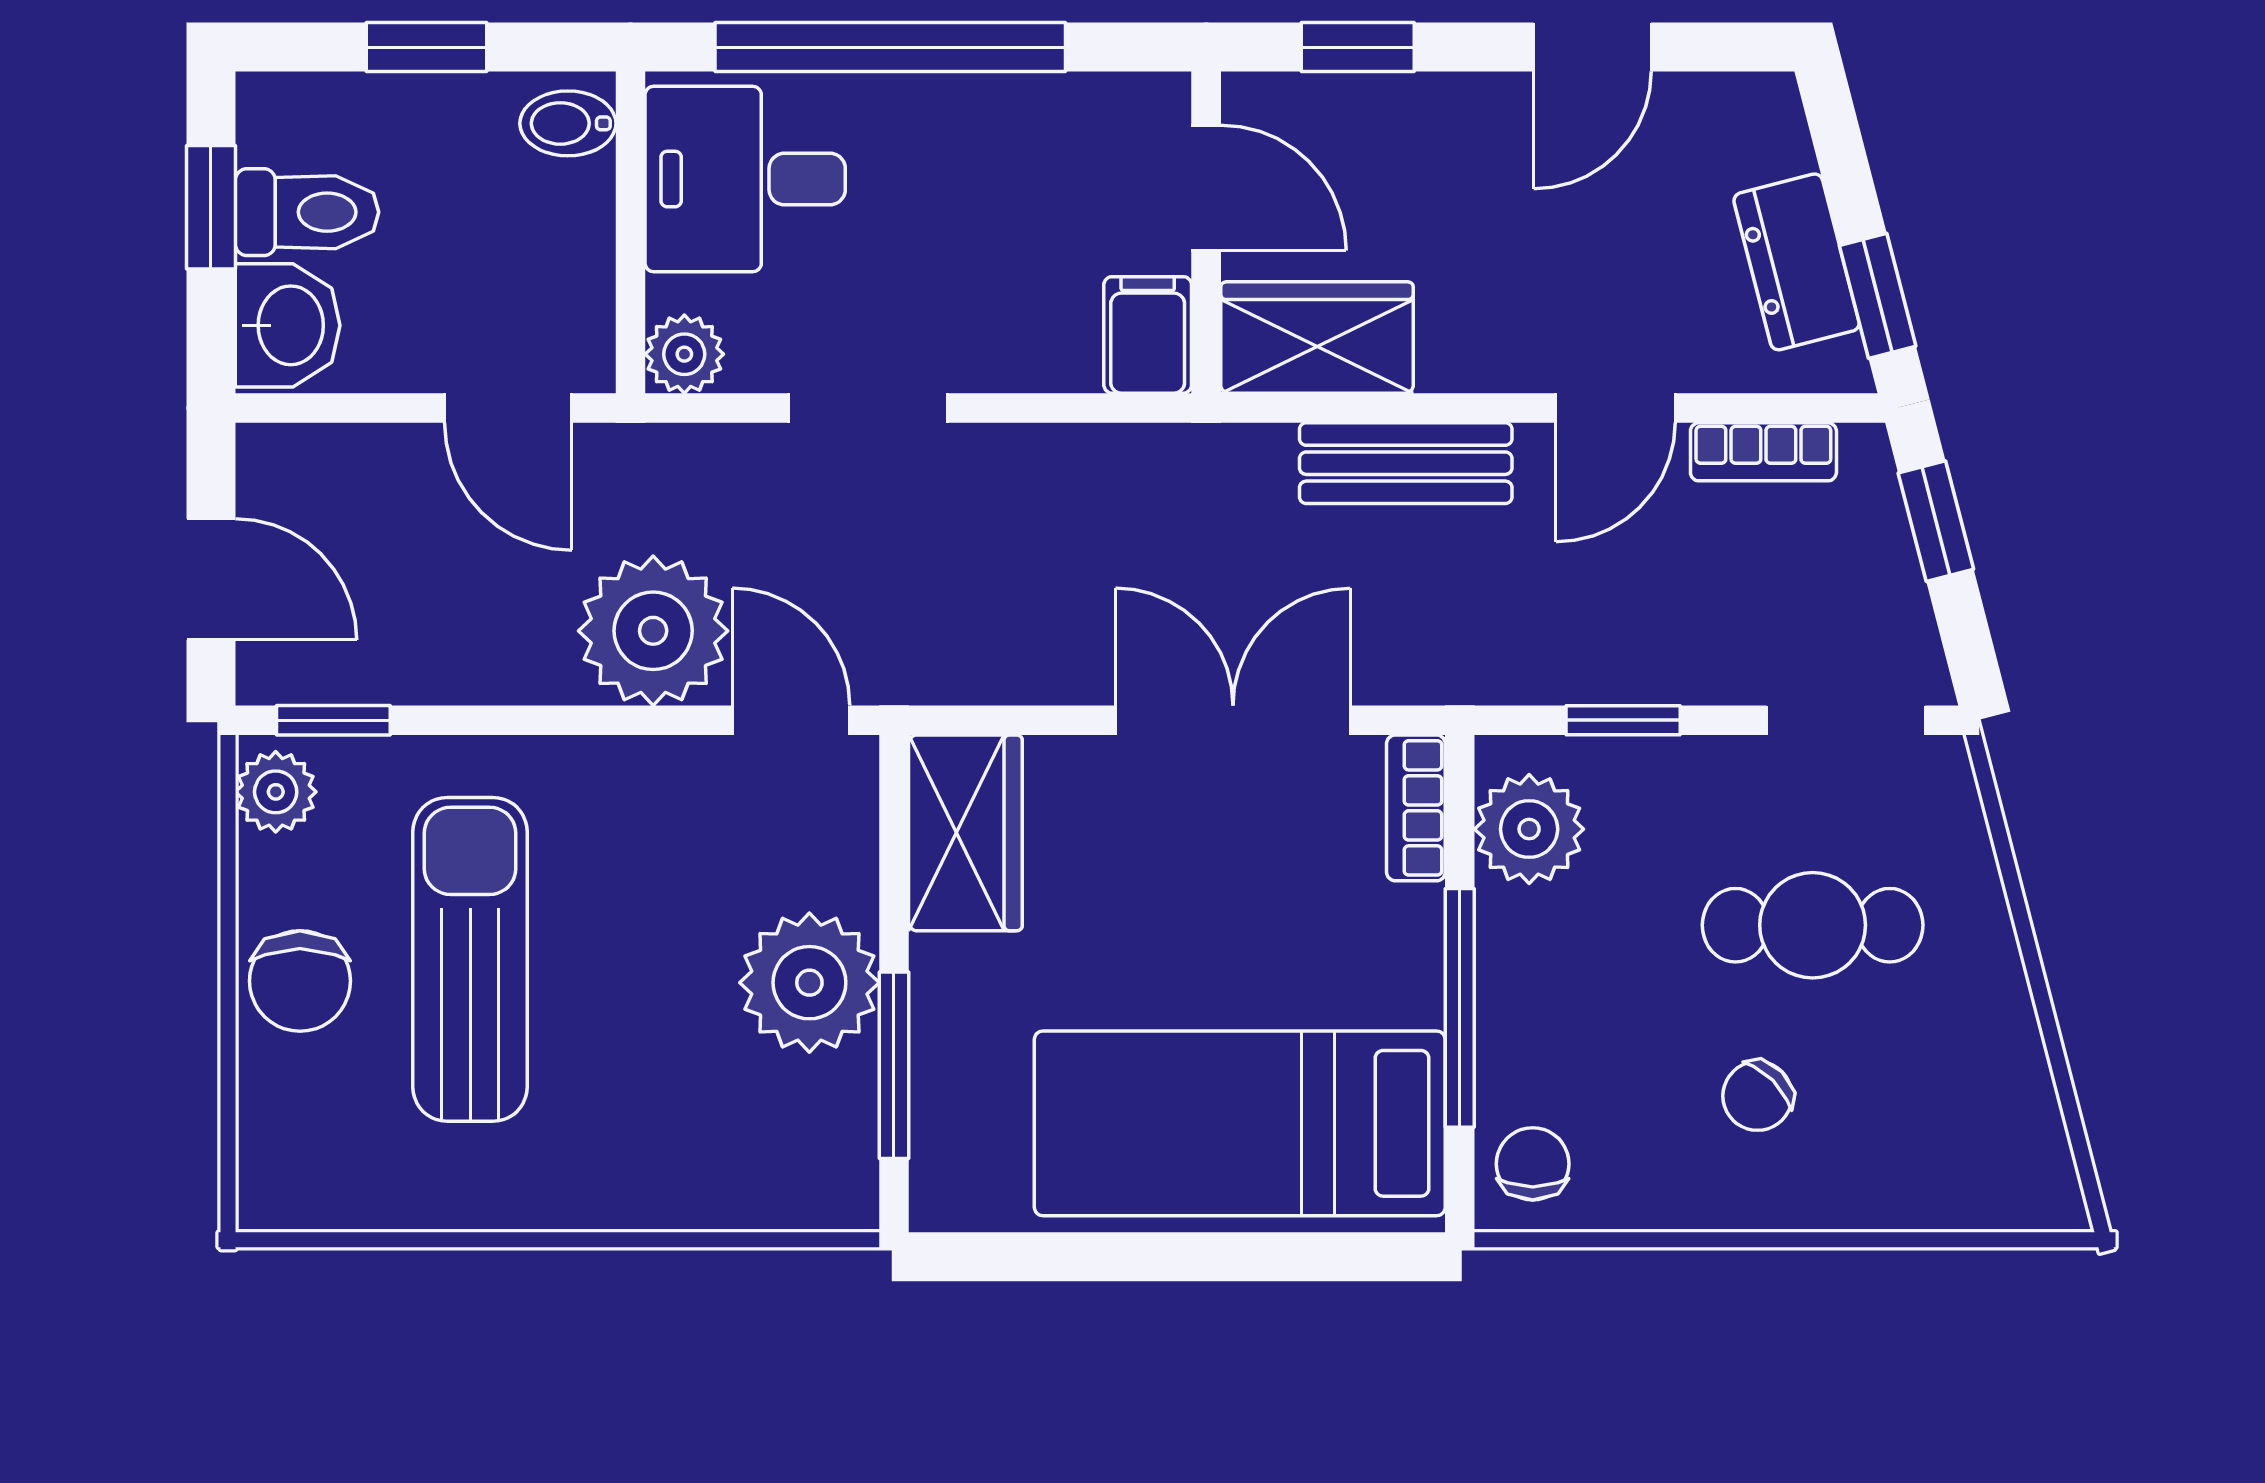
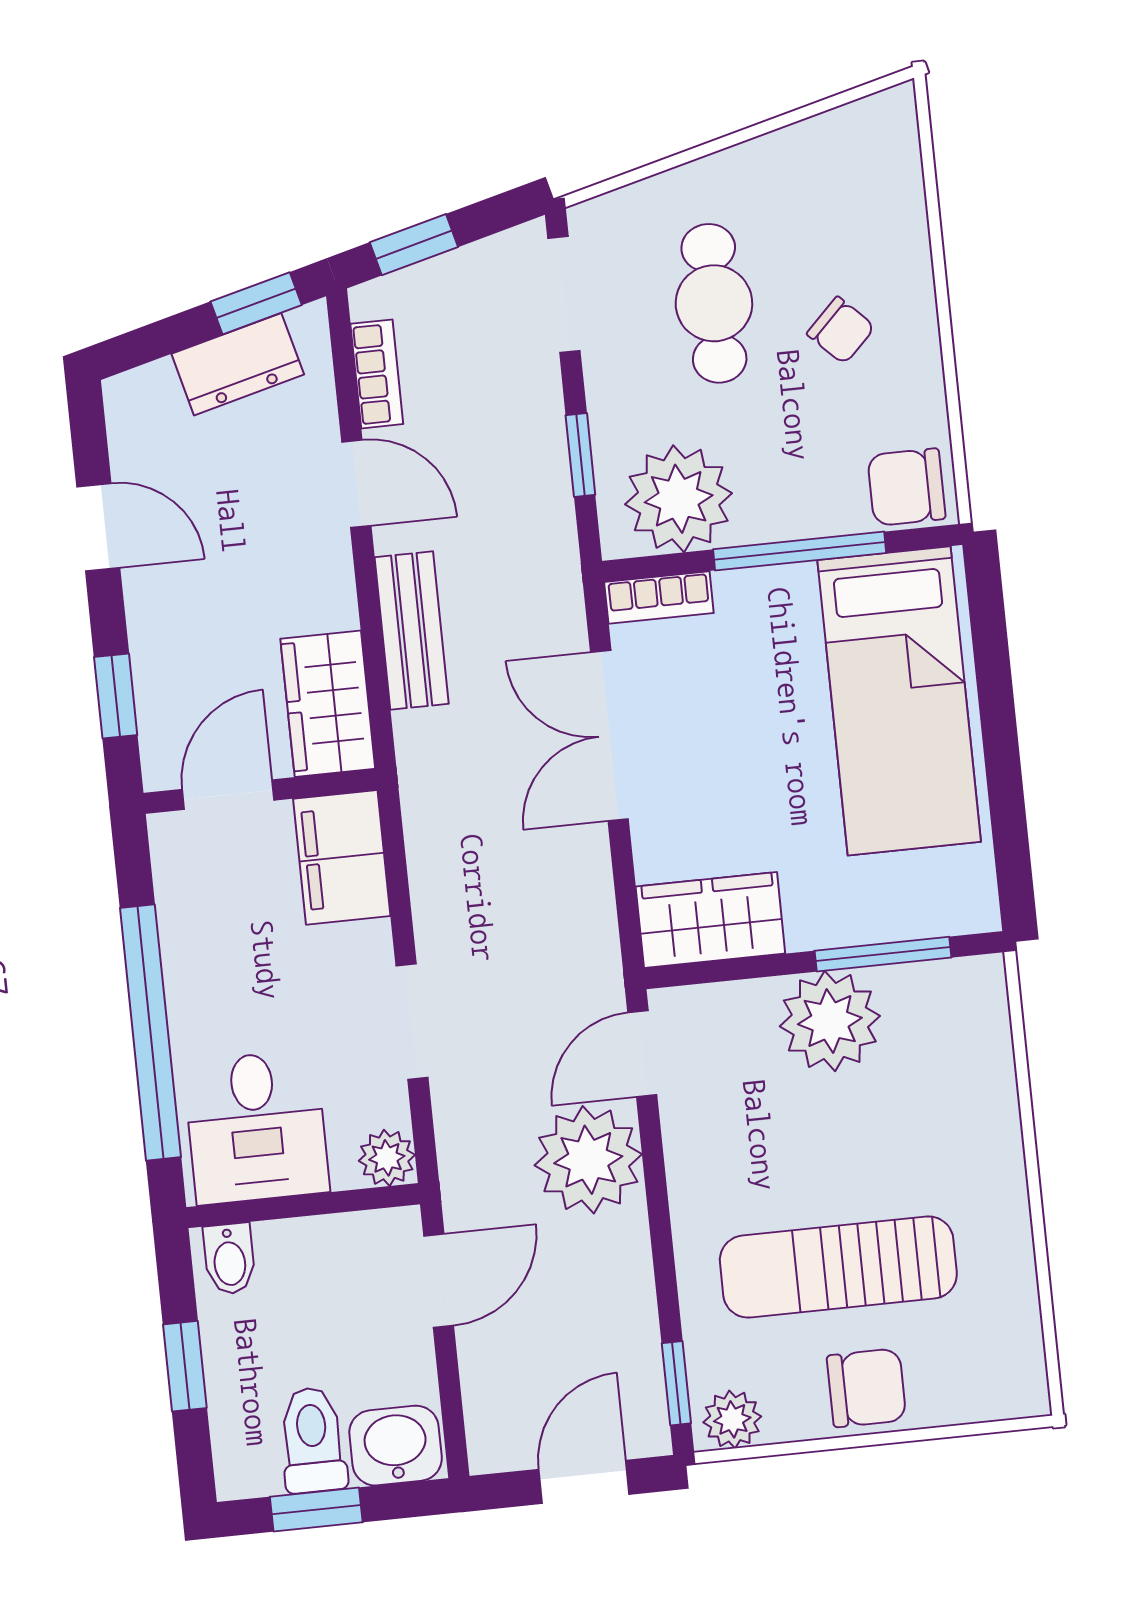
filing cabinet: (1148, 335) -> (342, 857), width x2.00
plant: (1529, 829) -> (679, 499), width x1.36, depth x1.36
chair: (1533, 1164) -> (906, 487), width x1.37, depth x1.37

